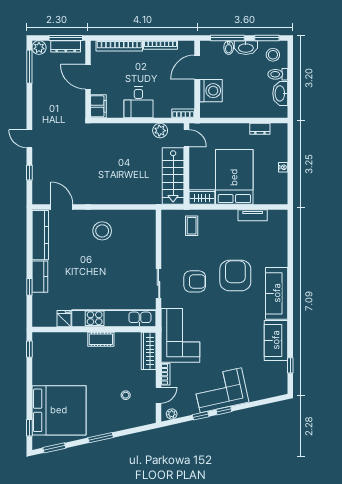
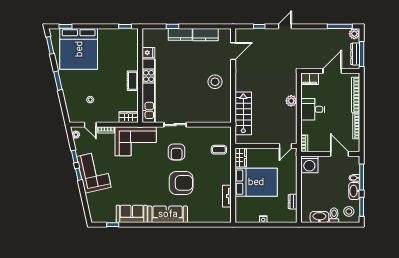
washing machine: (211, 91) -> (309, 164), moved
plant: (160, 131) -> (291, 101), moved
stairs: (173, 176) -> (243, 113), moved, turned 90
kitchen counter: (40, 235) -> (205, 35), width x0.67
wardrobe: (149, 351) -> (129, 117), width x0.67

